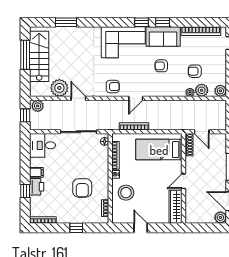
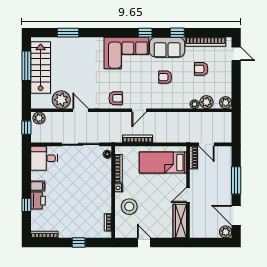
window: (163, 22) -> (177, 33), moved
armchair: (195, 71) -> (201, 69), moved
armchair: (82, 188) -> (85, 202), removed

